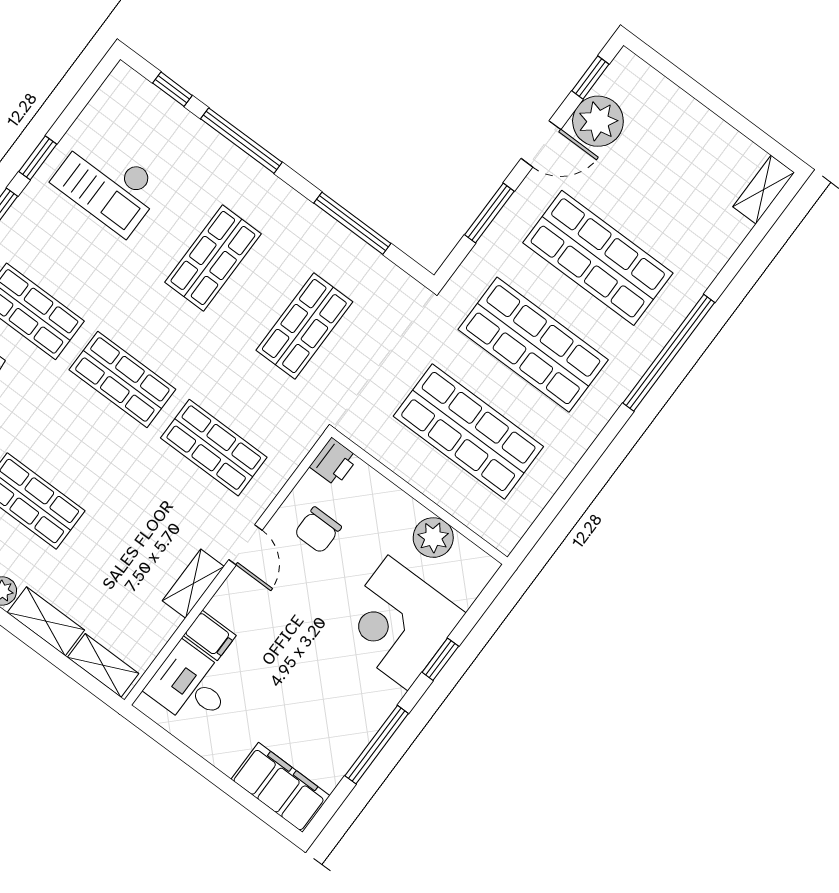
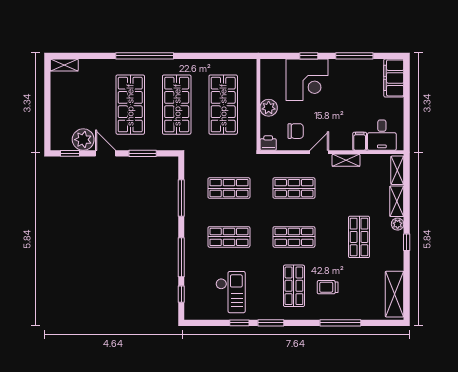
shop shelf: (122, 379) -> (294, 237), turned 90
shop shelf: (214, 448) -> (294, 188), turned 90
plant: (433, 538) -> (269, 108), moved

